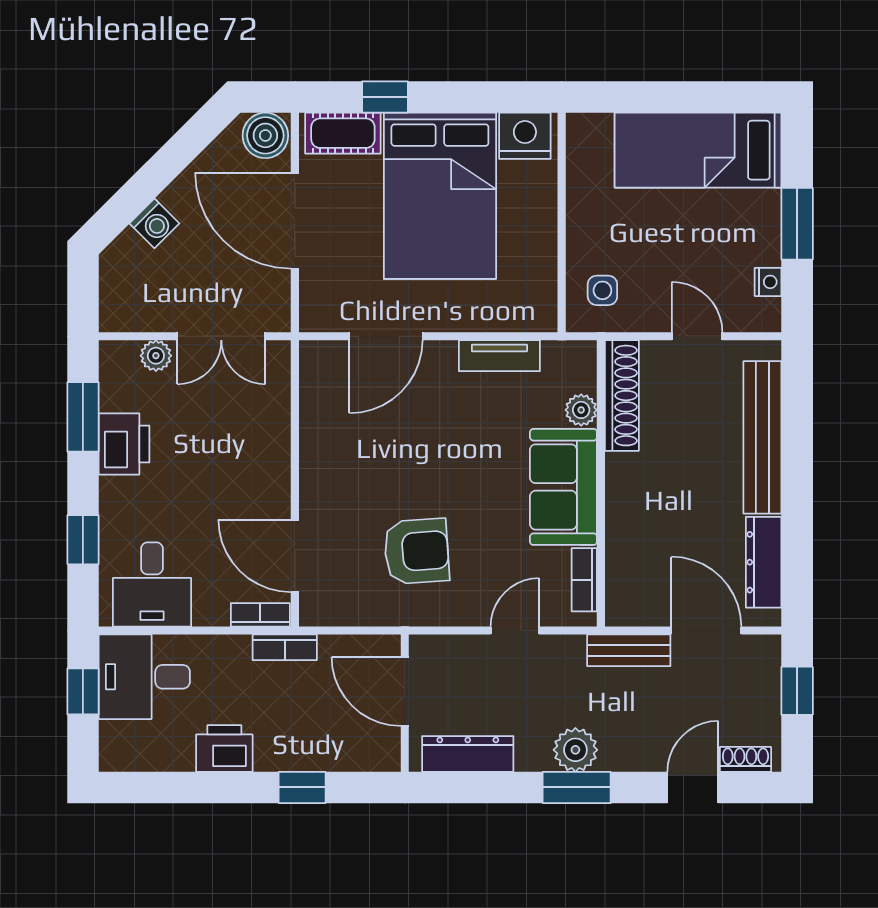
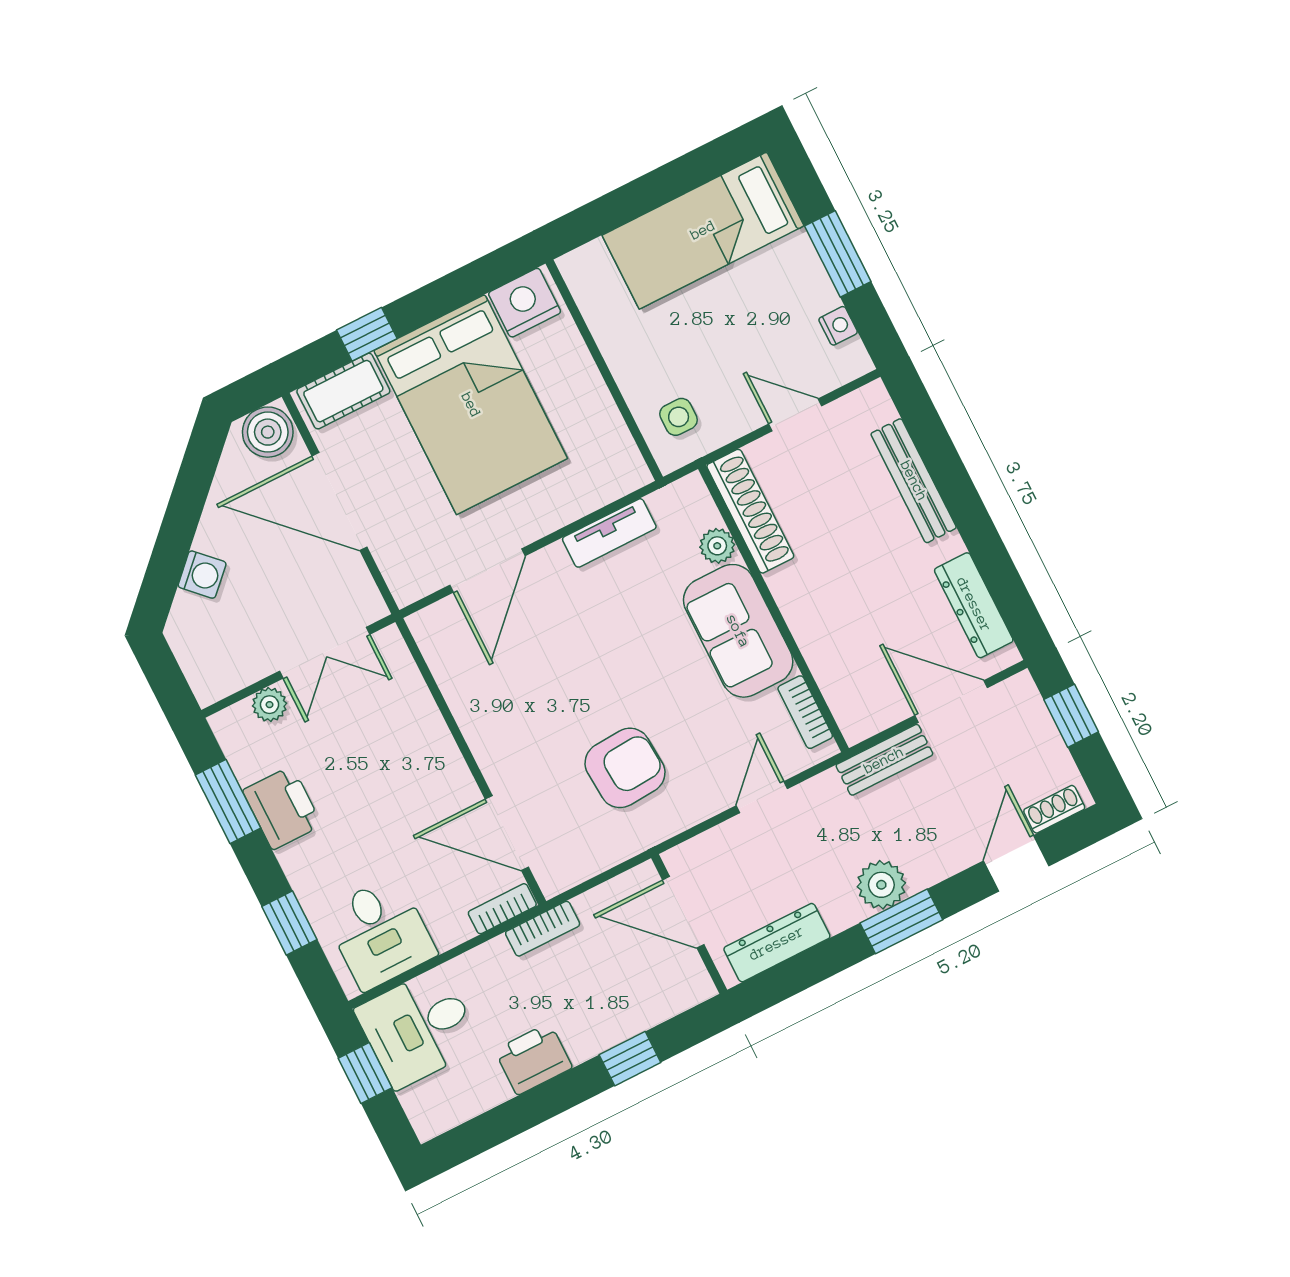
bench: (762, 437) -> (914, 481), width x0.73, depth x0.82

